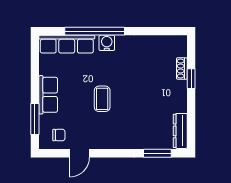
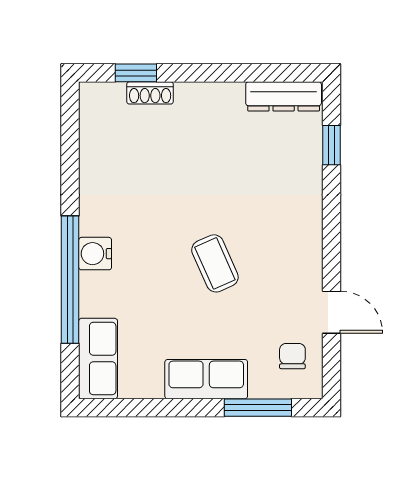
row of seats: (67, 44) -> (98, 359), width x0.68
window: (191, 79) -> (136, 73), moved
coffee table: (102, 99) -> (215, 263), turned 66
window: (157, 153) -> (331, 145), width x0.67

